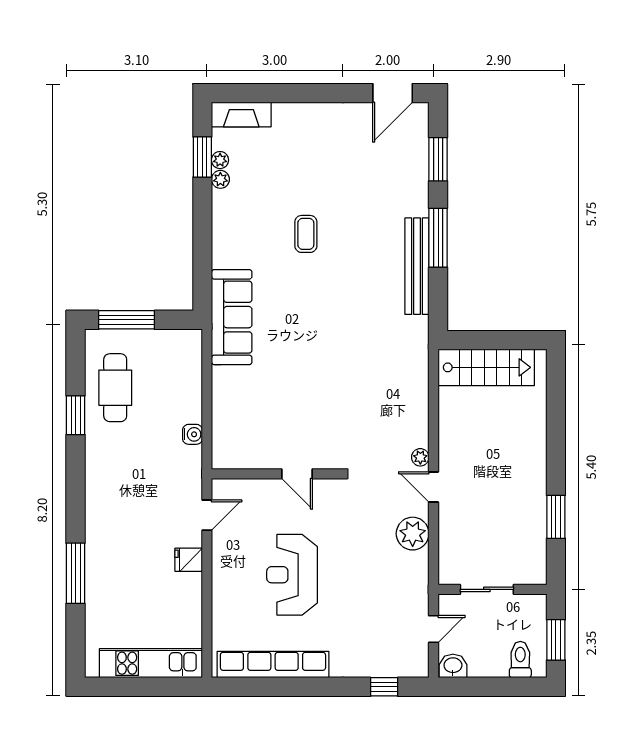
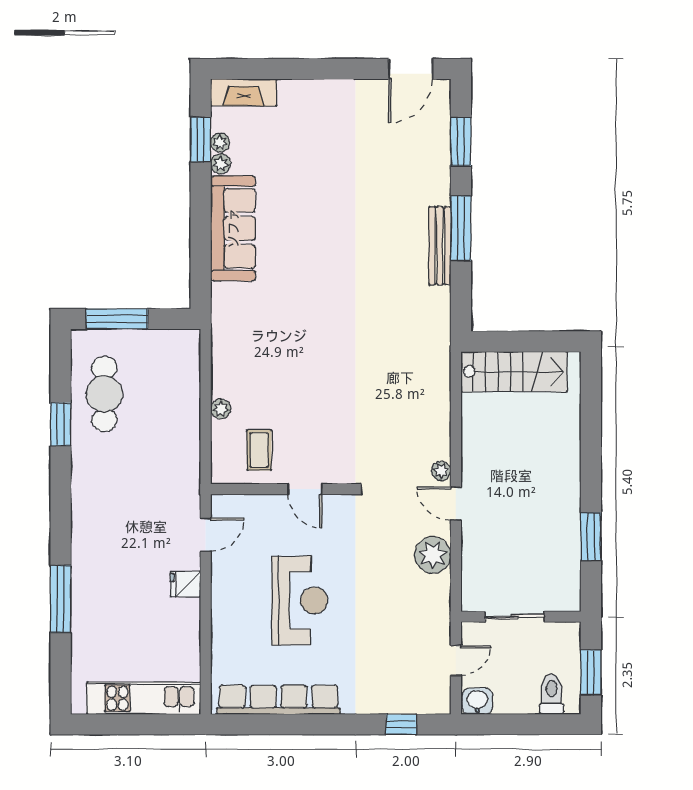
coffee table: (306, 234) -> (259, 450), moved
bench: (417, 266) -> (440, 246), width x0.73, depth x0.82
sofa: (232, 317) -> (233, 228), moved
plant: (221, 401) -> (221, 409), added
water cooler: (192, 434) -> (190, 446), removed
reception desk: (292, 575) -> (300, 601), turned 180

